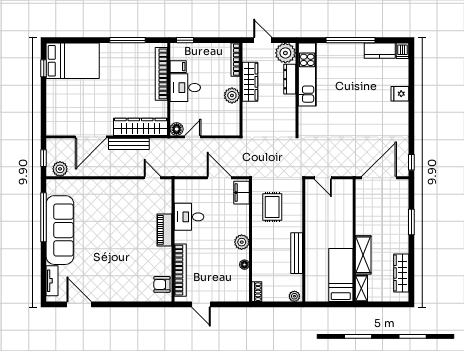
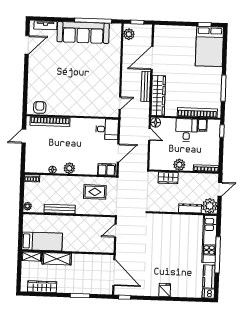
kitchen unit: (307, 74) -> (209, 239), moved, turned 90
wardrobe: (250, 82) -> (168, 178), moved, width x0.67
fridge: (400, 94) -> (165, 290), moved
door: (91, 137) -> (152, 58), hinge flipped
desk: (189, 217) -> (107, 129), moved, turned 90
piano: (164, 230) -> (80, 111), removed

